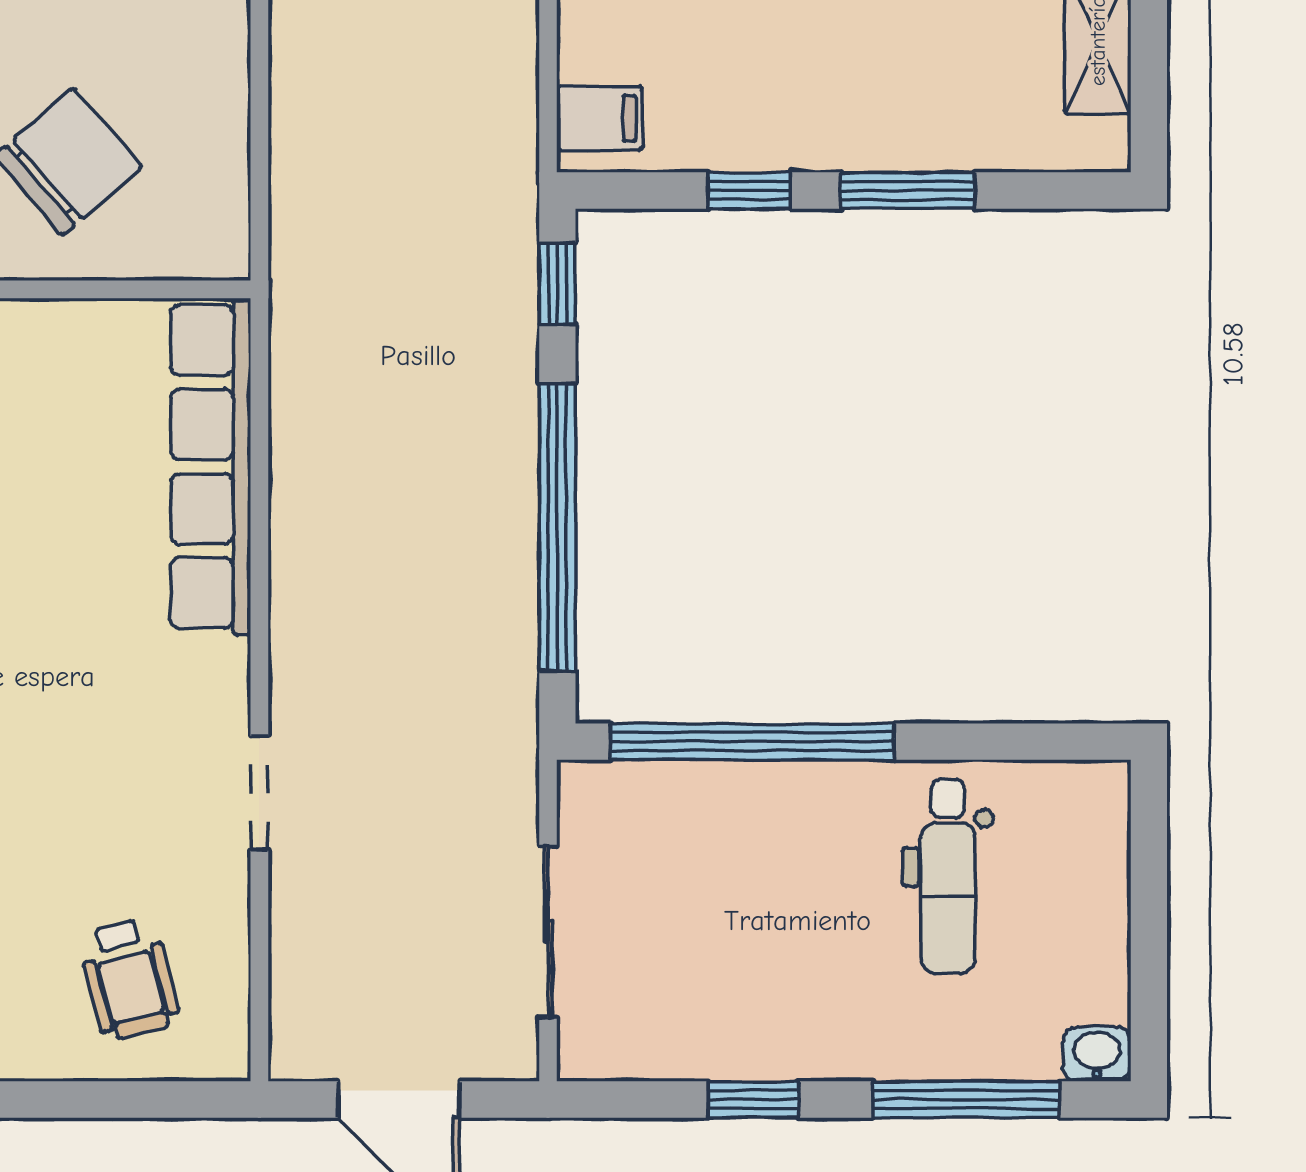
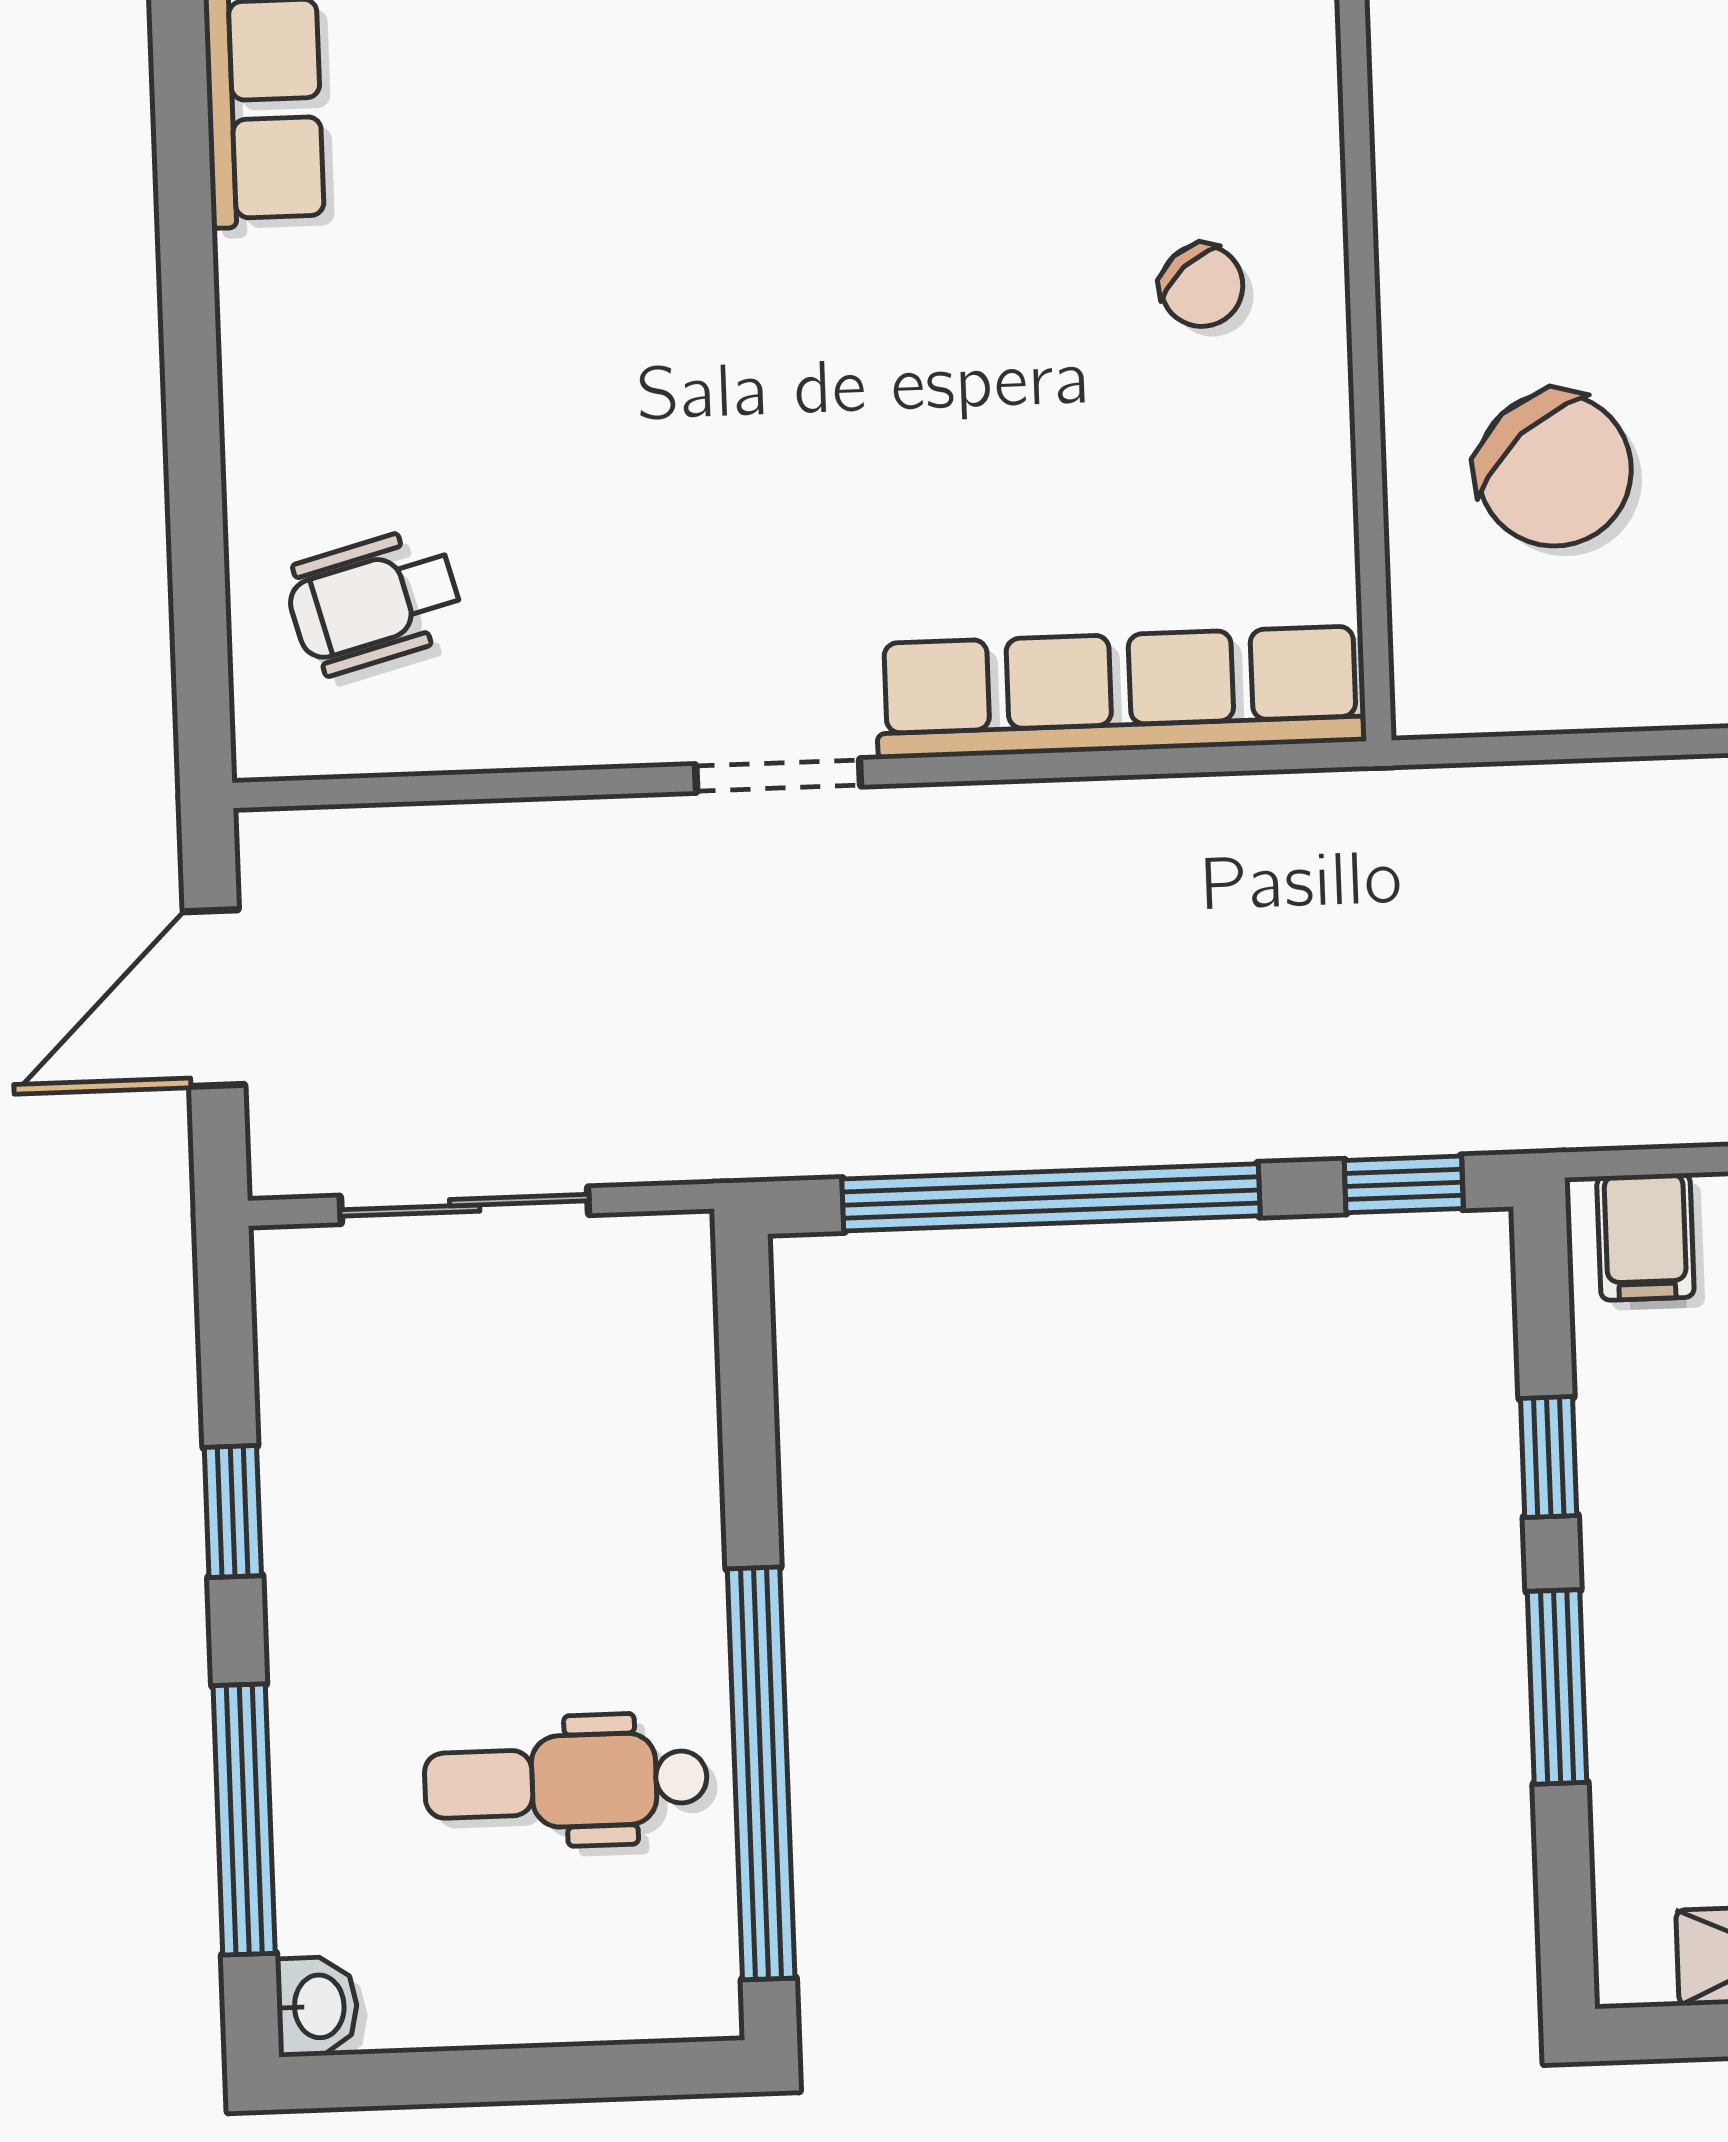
window: (752, 742) -> (761, 1773), moved
doorway: (259, 793) -> (778, 775), moved

